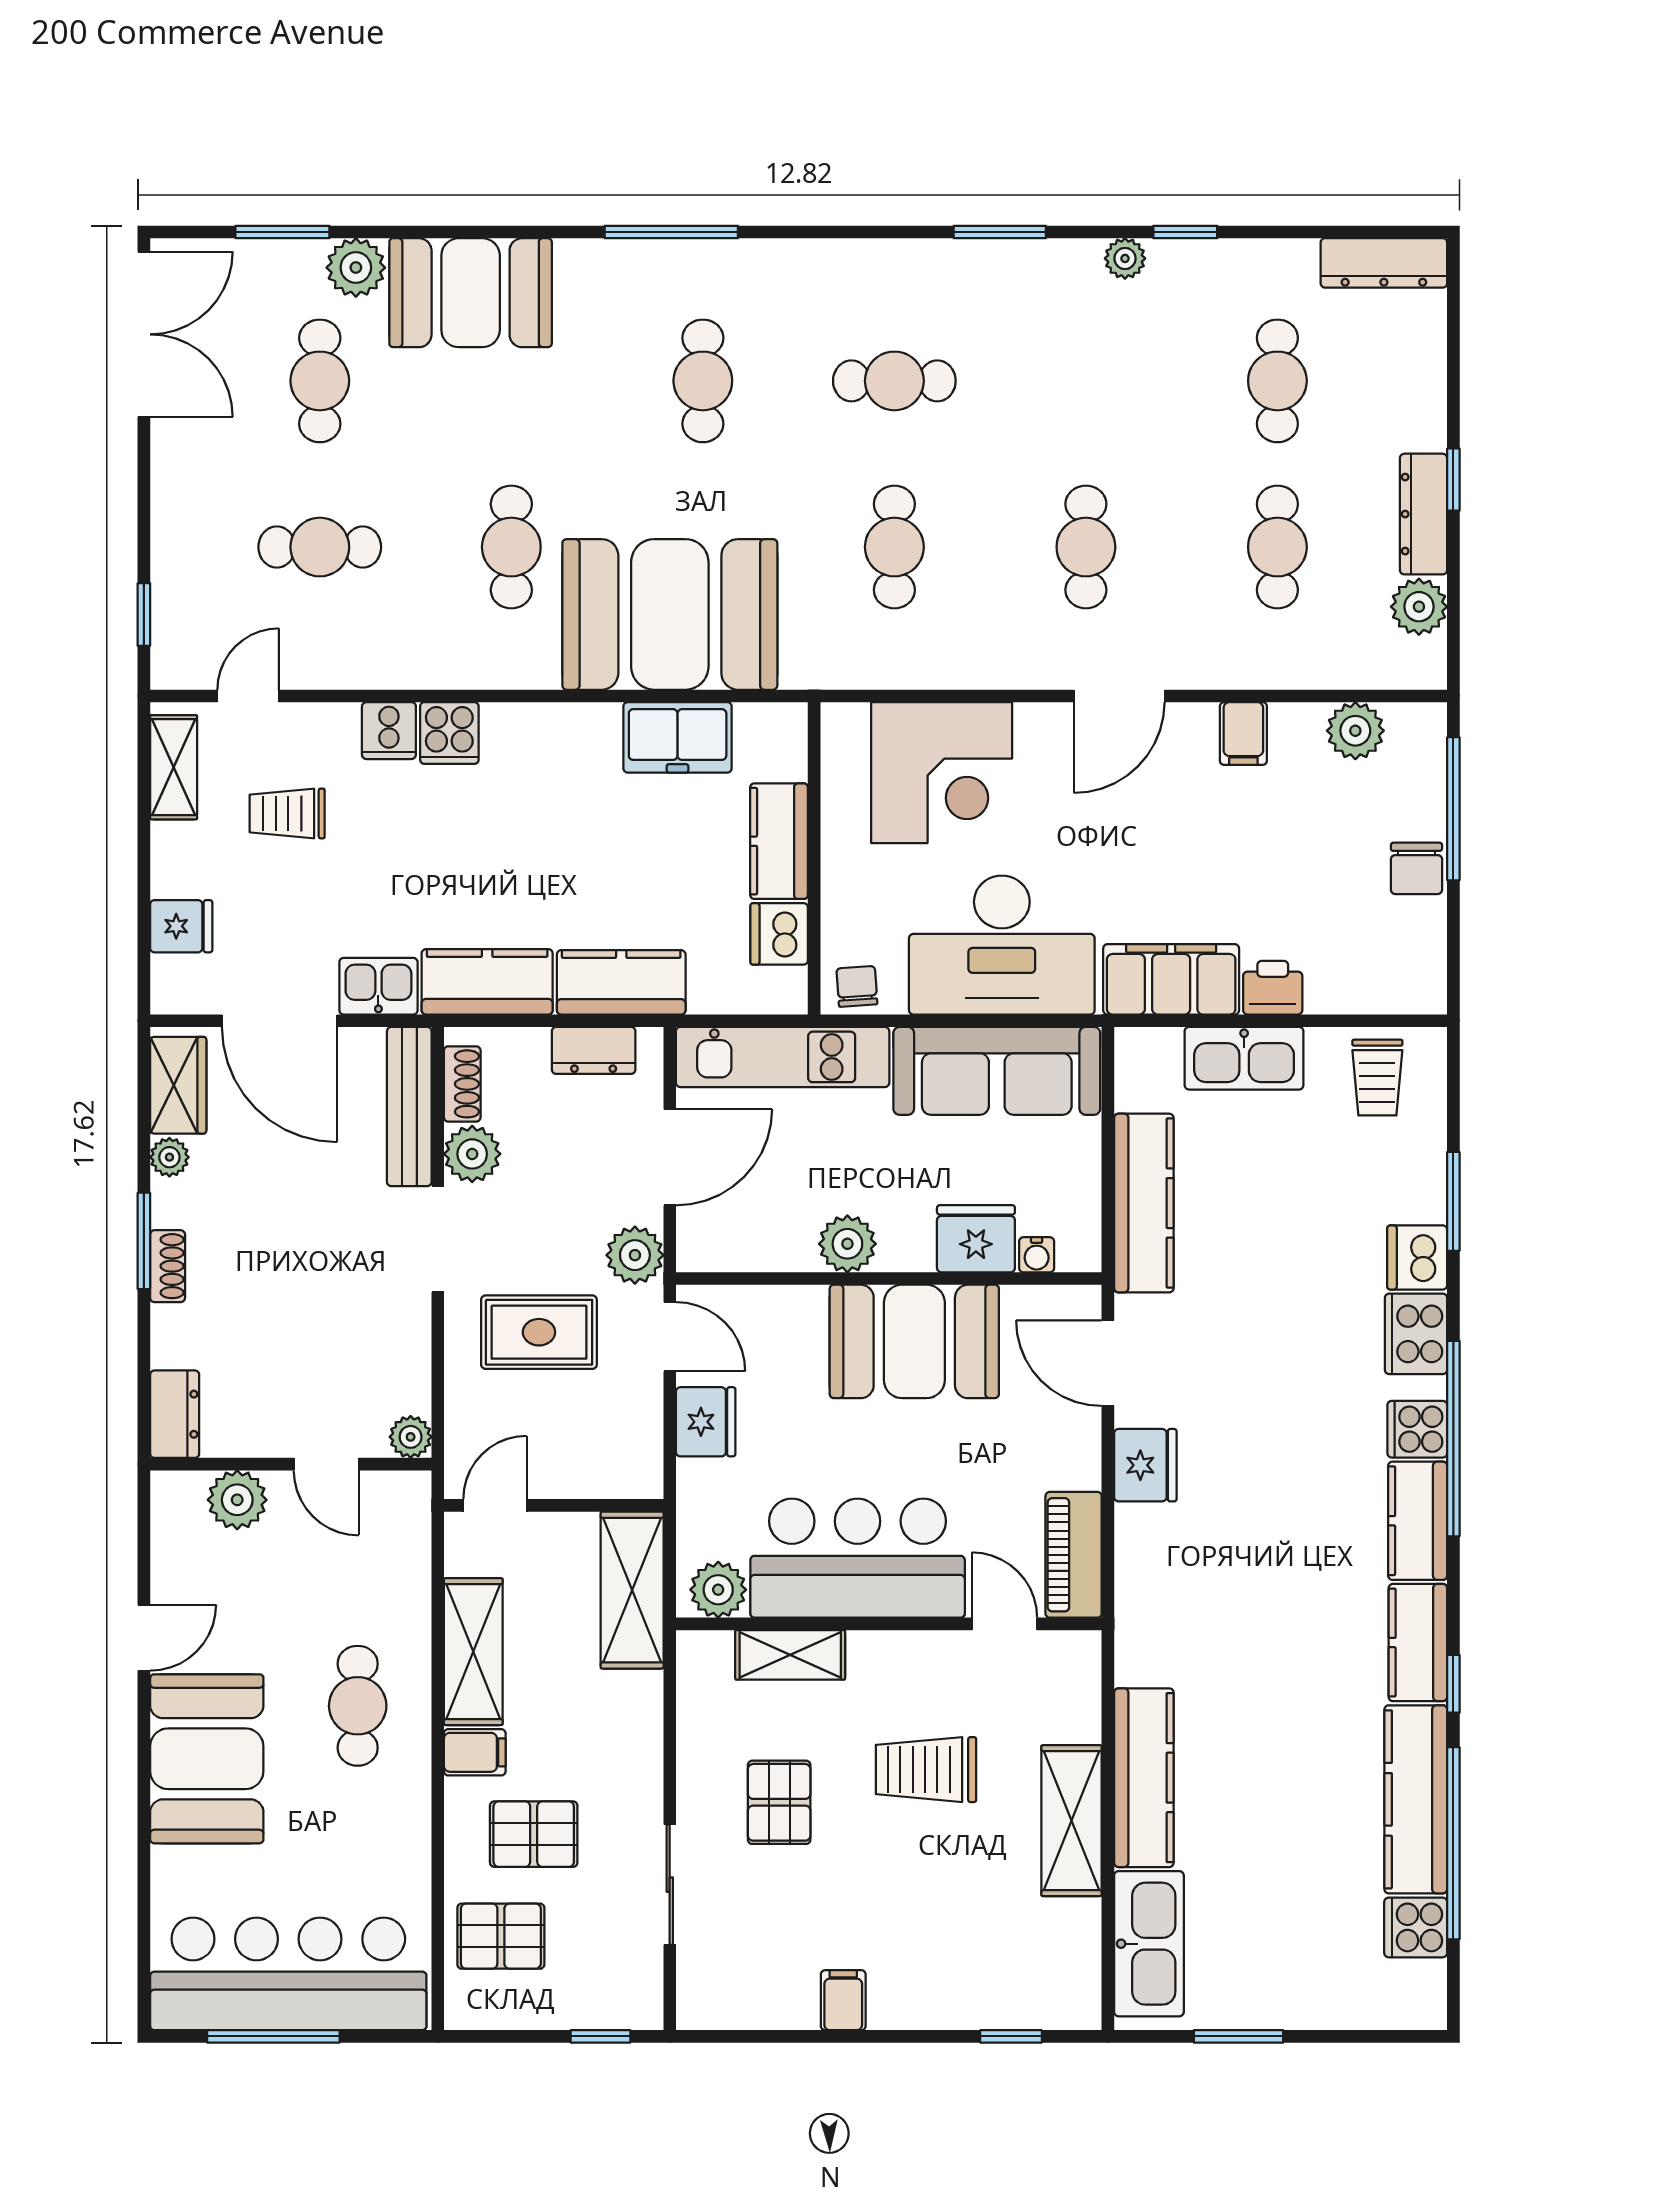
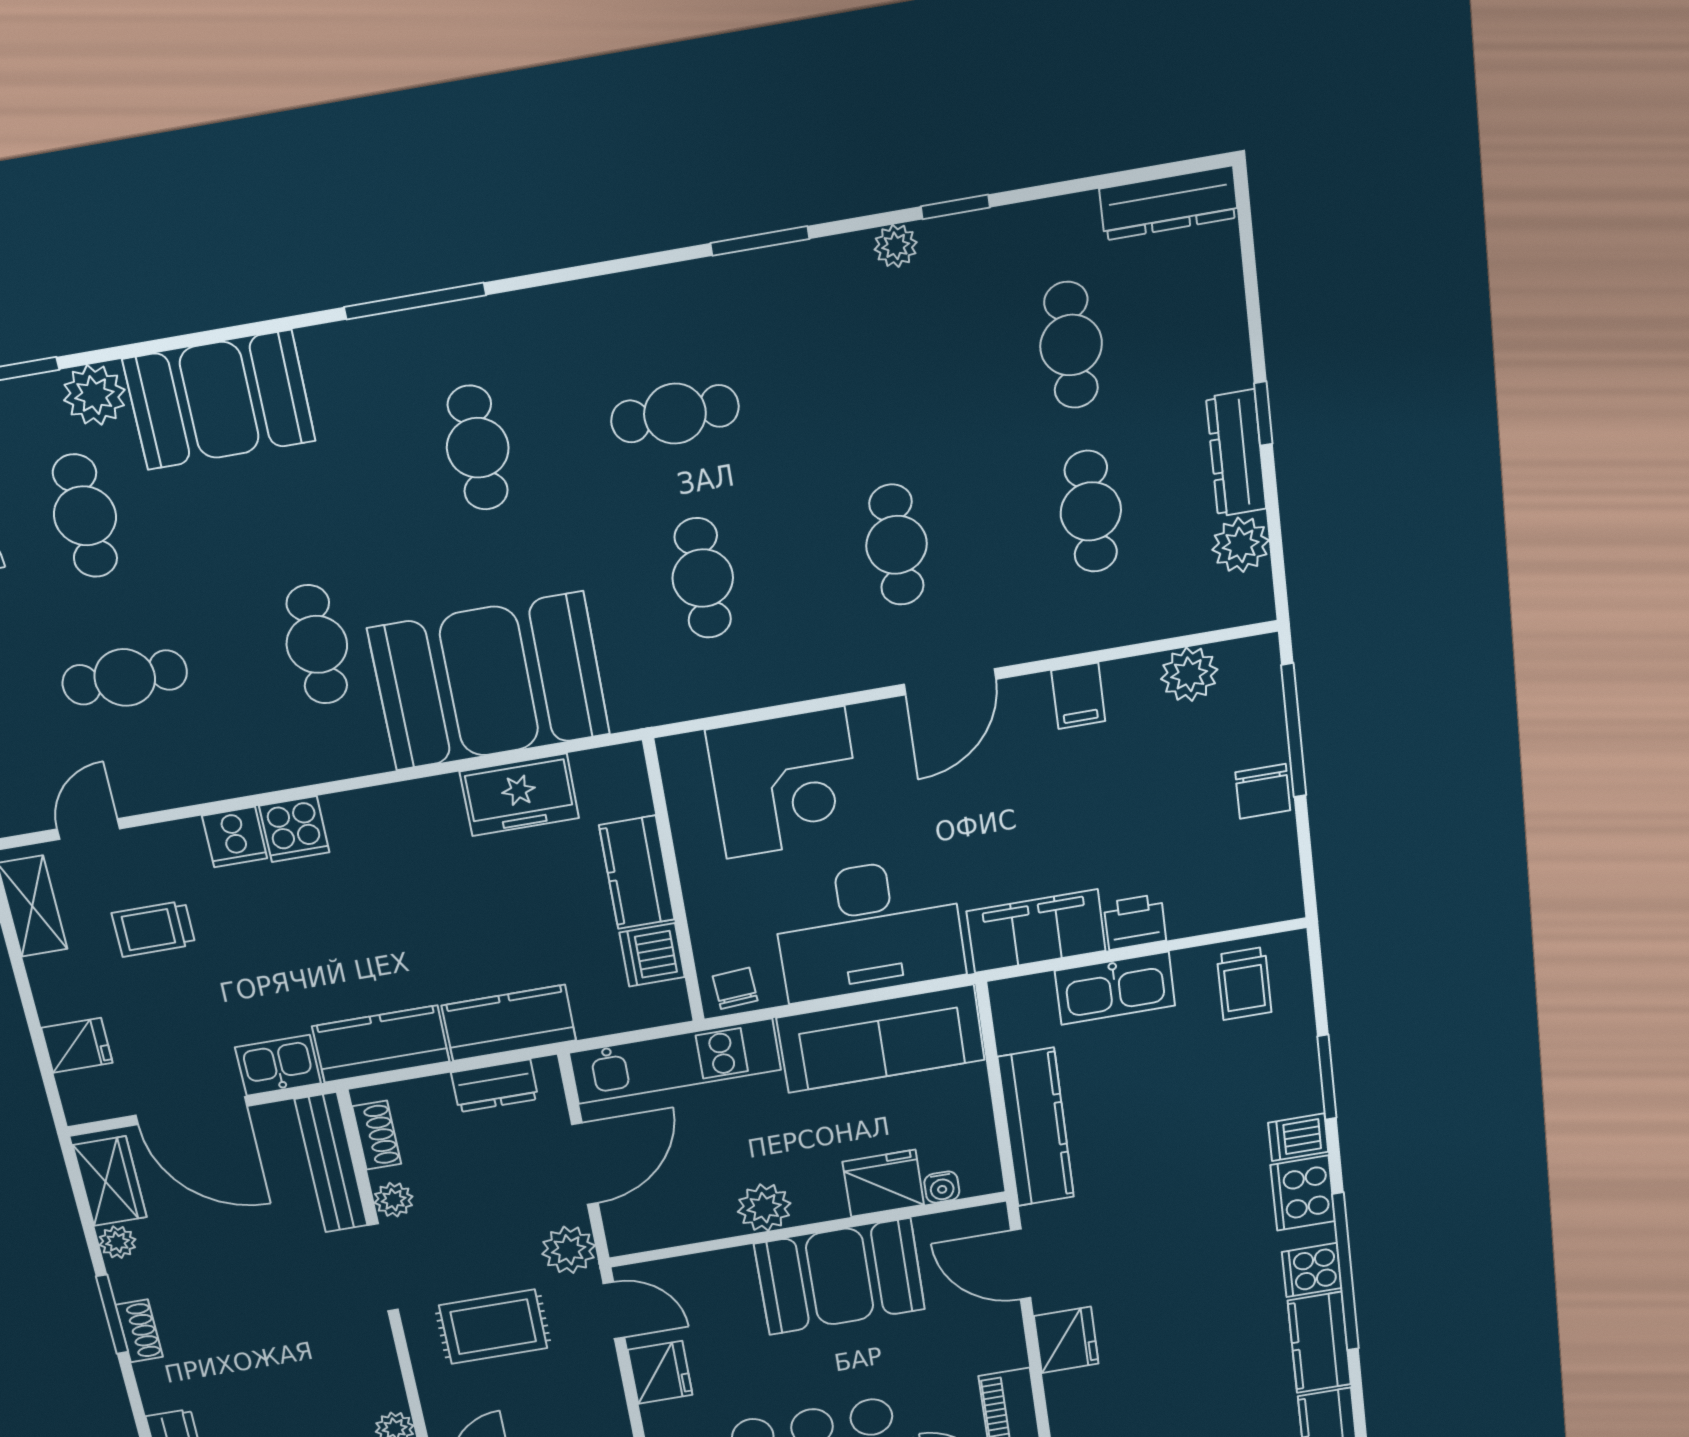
plant: (472, 1154) -> (394, 1200), width x0.73, depth x0.73
dishwasher: (1417, 1257) -> (1298, 1137), width x0.73

